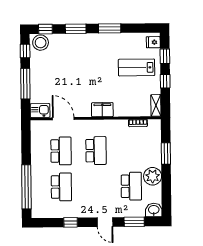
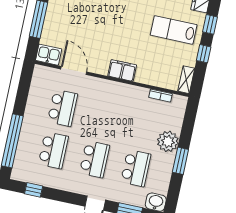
school desk: (96, 151) -> (95, 159), moved
window: (166, 153) -> (180, 161), moved
plant: (153, 176) -> (168, 141), moved
window: (71, 222) -> (34, 190), moved

